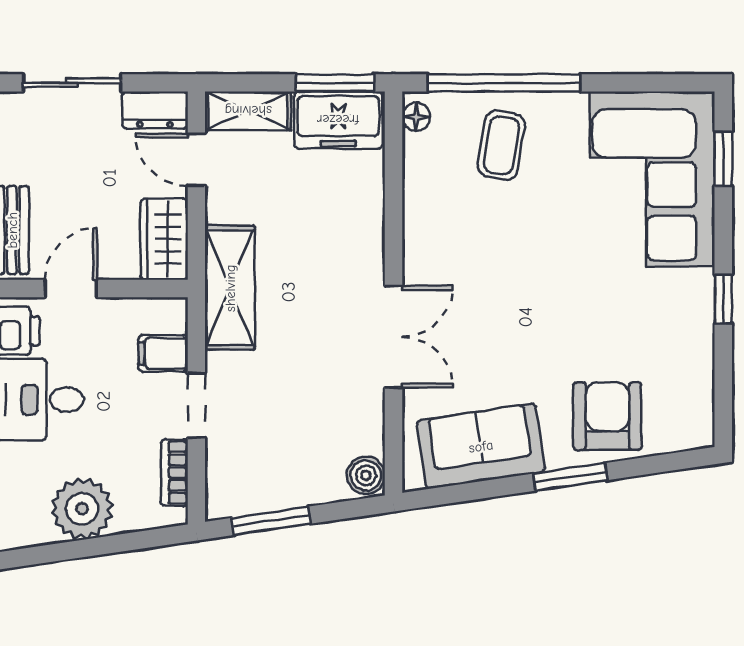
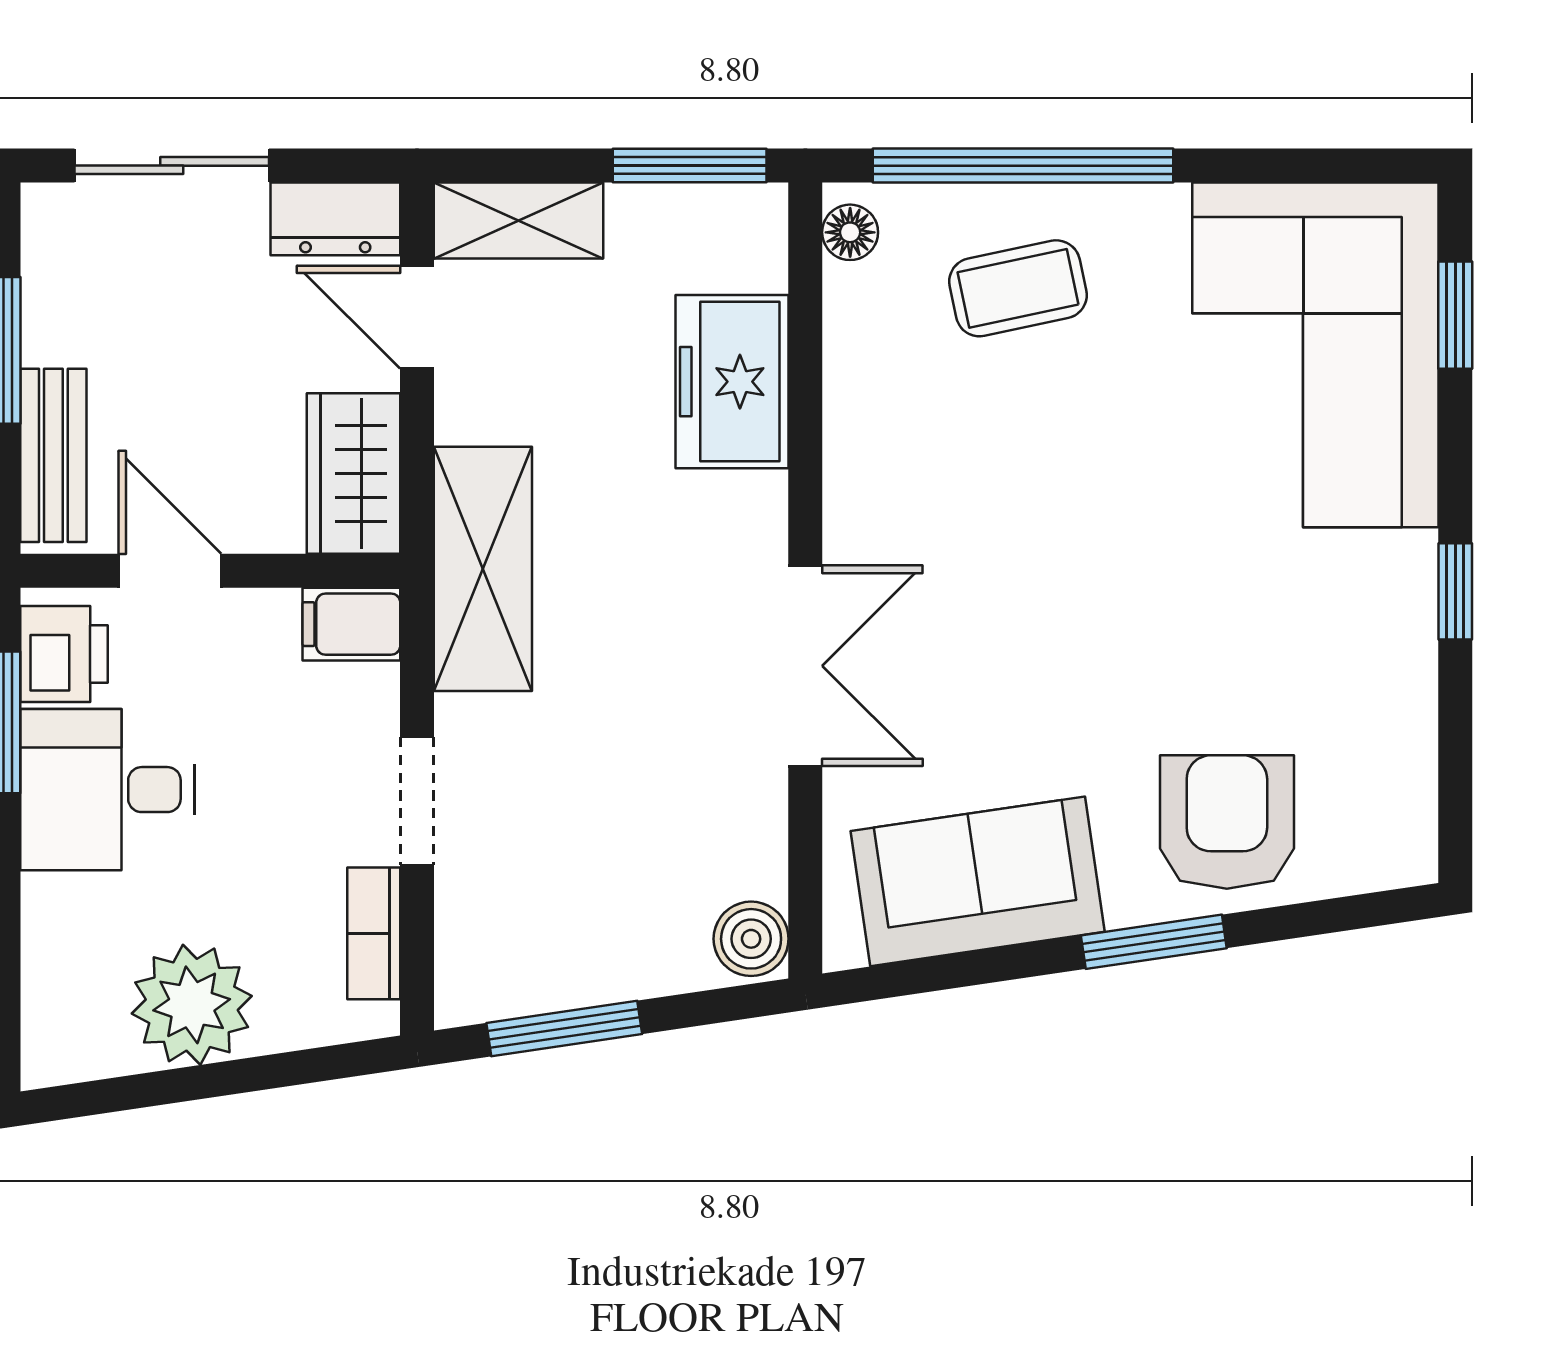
freezer: (338, 120) -> (732, 382), moved, turned 90
coffee table: (501, 145) -> (1018, 288), turned 69
door: (71, 289) -> (170, 571), hinge flipped
filing cabinet: (163, 353) -> (351, 624), moved

